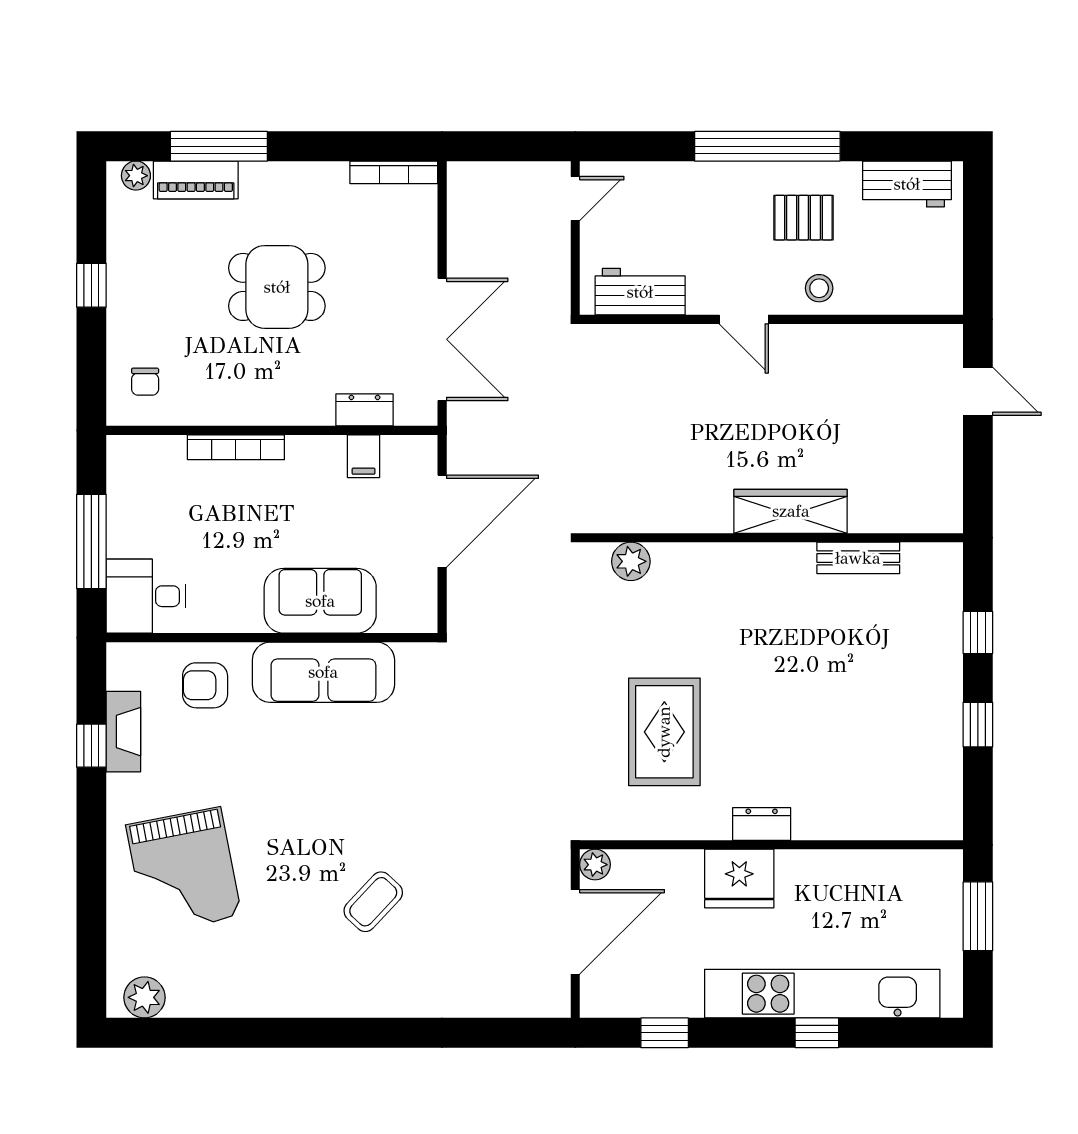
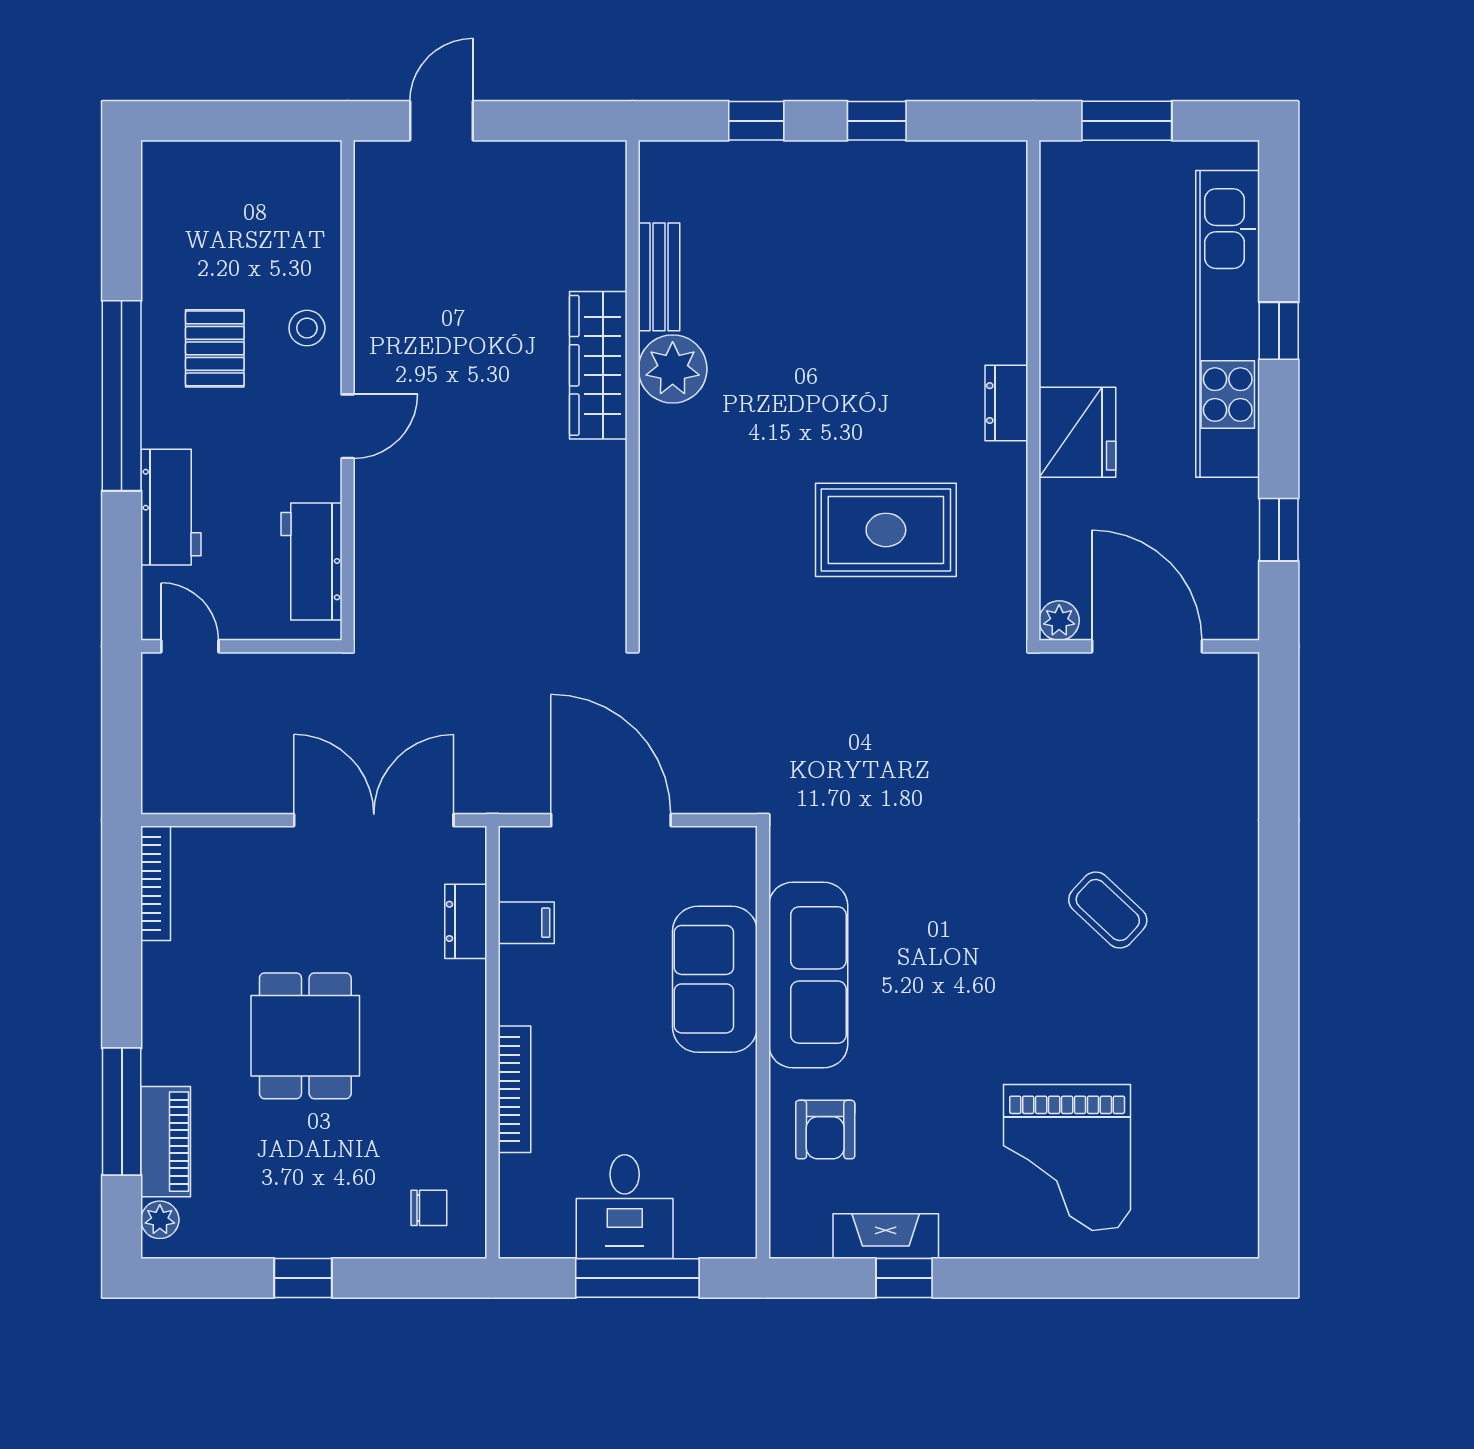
workbench: (907, 184) -> (171, 507), moved
plant: (631, 561) -> (673, 369), moved, width x1.36, depth x1.36
desk: (146, 596) -> (625, 1207), moved
grand piano: (184, 871) -> (1067, 1157), turned 101
plant: (144, 997) -> (1233, 1209), removed

